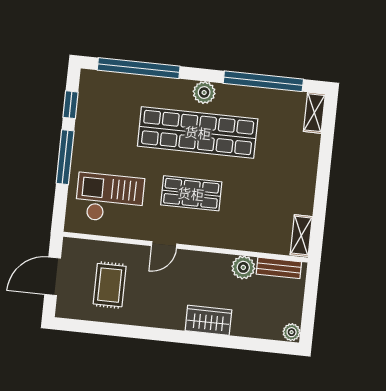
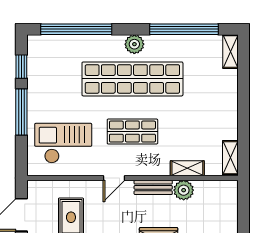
shelving: (250, 242) -> (187, 168), added
bench: (279, 268) -> (153, 187), moved

